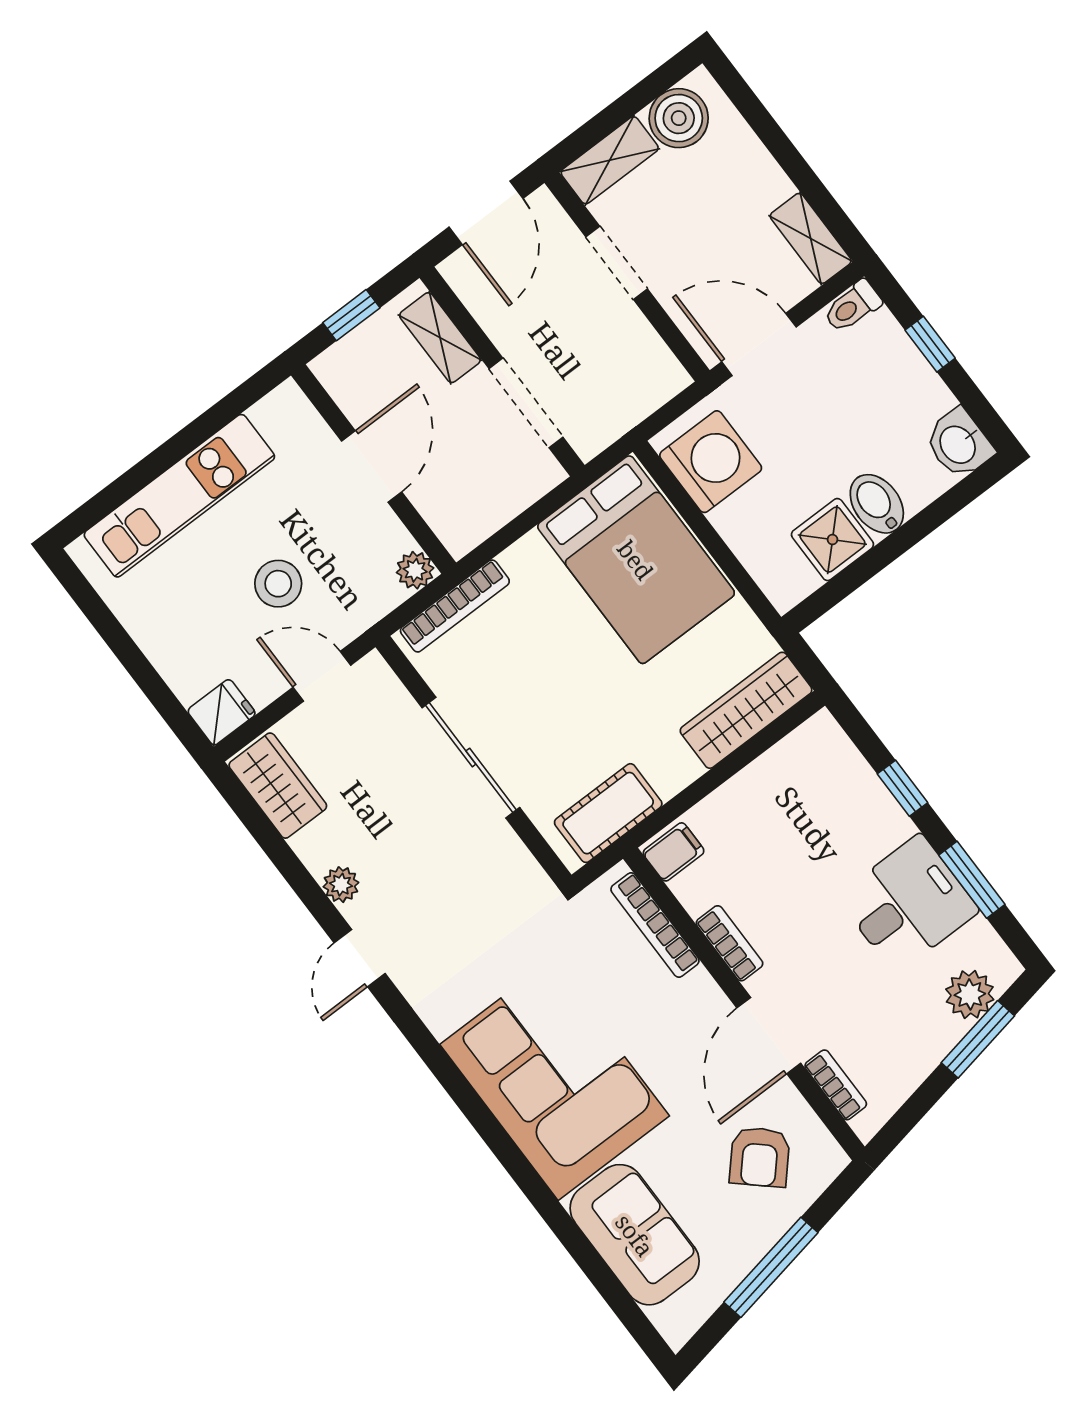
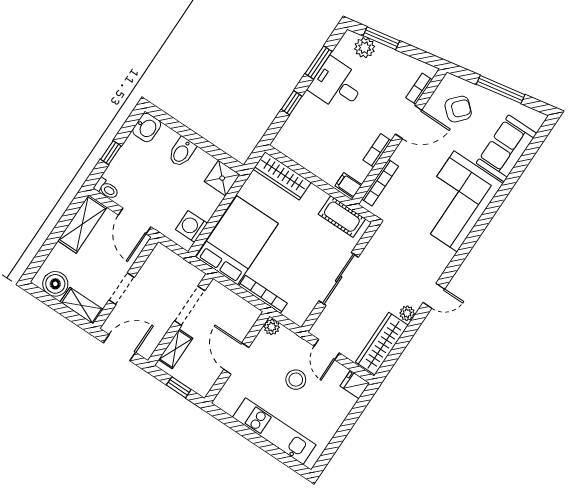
shelving: (811, 238) -> (82, 224), width x1.50, depth x1.33
washing machine: (711, 462) -> (191, 226), width x0.73, depth x0.73
door: (372, 467) -> (236, 358), hinge flipped
shower: (832, 540) -> (222, 178), moved
bookcase: (455, 606) -> (263, 294), moved
wardrobe: (278, 786) -> (382, 344), width x1.50

